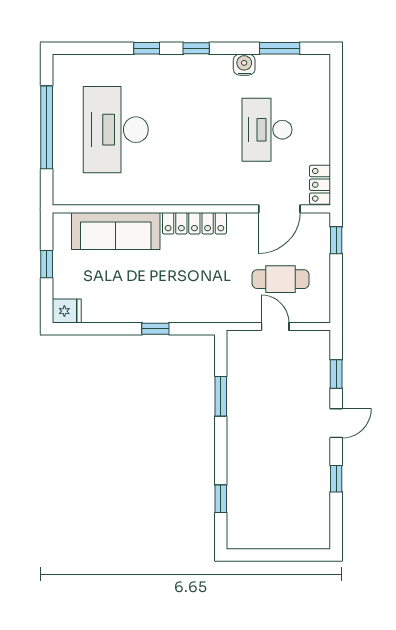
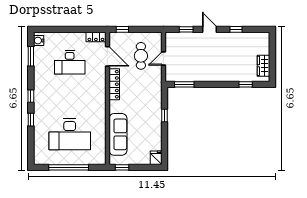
water cooler: (244, 65) -> (39, 41), moved
locker: (194, 223) -> (114, 84), moved
window: (47, 264) -> (122, 167), moved
window: (221, 396) -> (184, 84), moved
wardrobe: (260, 536) -> (263, 66), added

